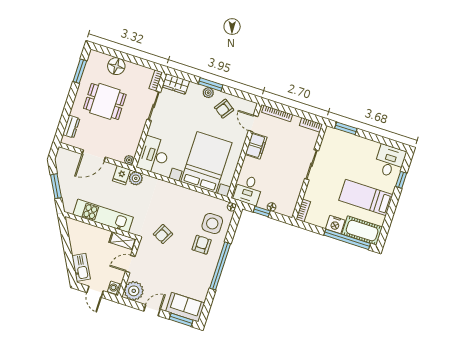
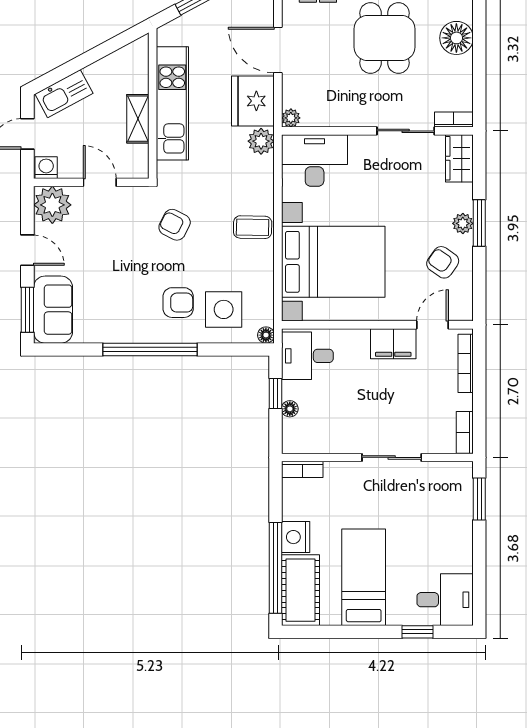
fridge: (121, 175) -> (253, 101), width x1.88, depth x1.34
coffee table: (177, 196) -> (253, 227), added
shelving: (123, 241) -> (138, 119), moved

